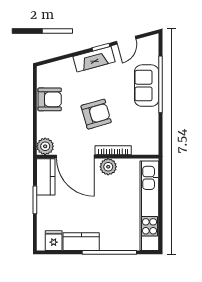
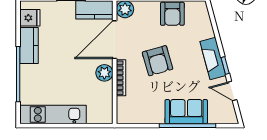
kitchen unit: (149, 206) -> (53, 114), width x0.73

